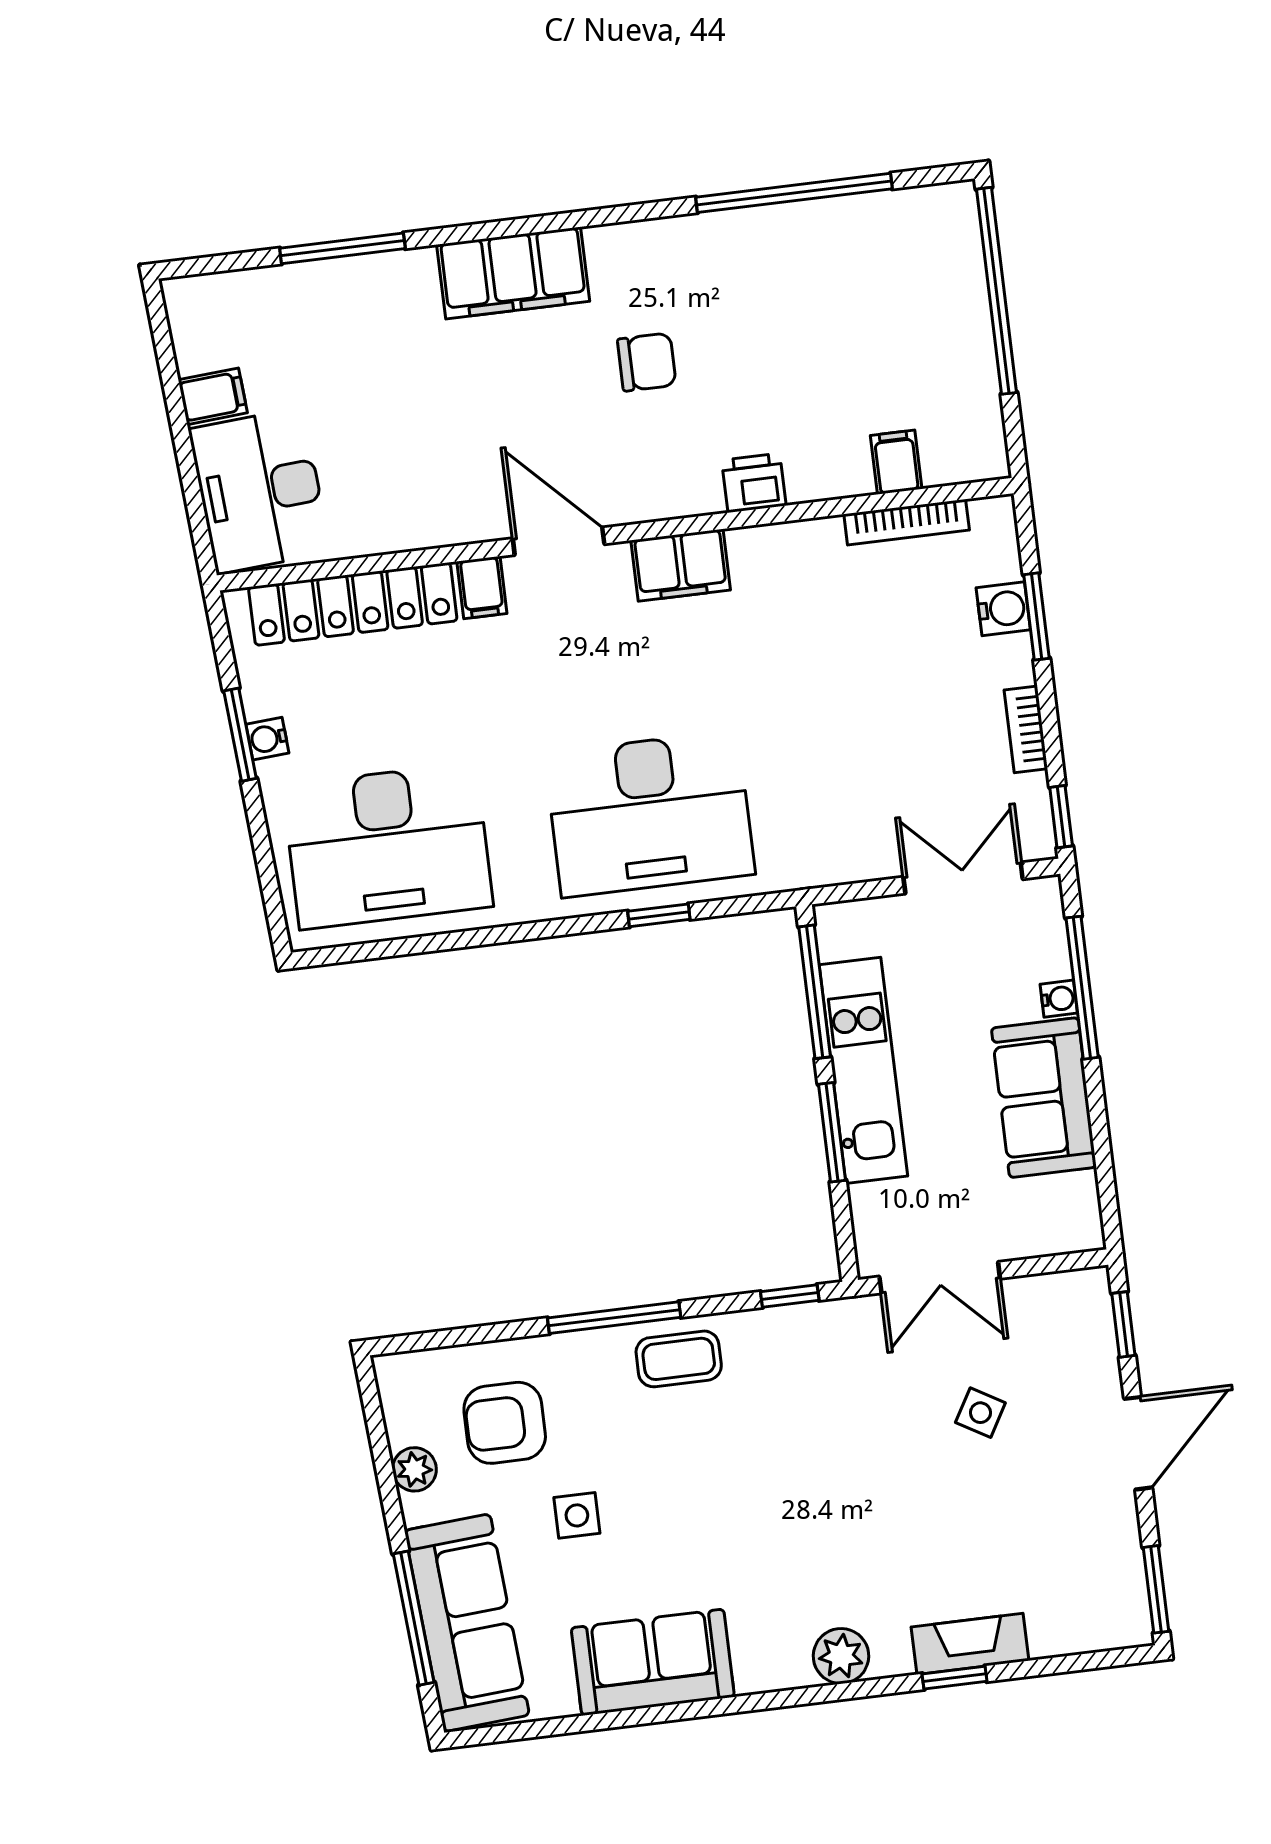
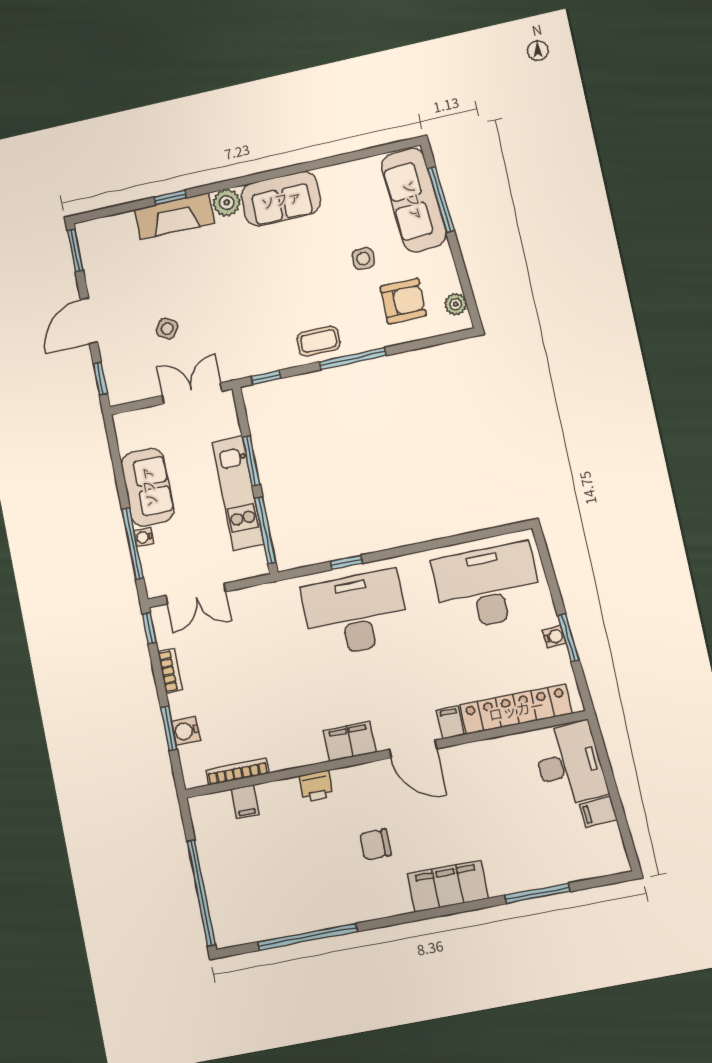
plant: (414, 1469) -> (456, 304), moved
fireplace: (970, 1644) -> (174, 216), width x1.37, depth x1.32
sofa: (653, 1662) -> (281, 199), moved

